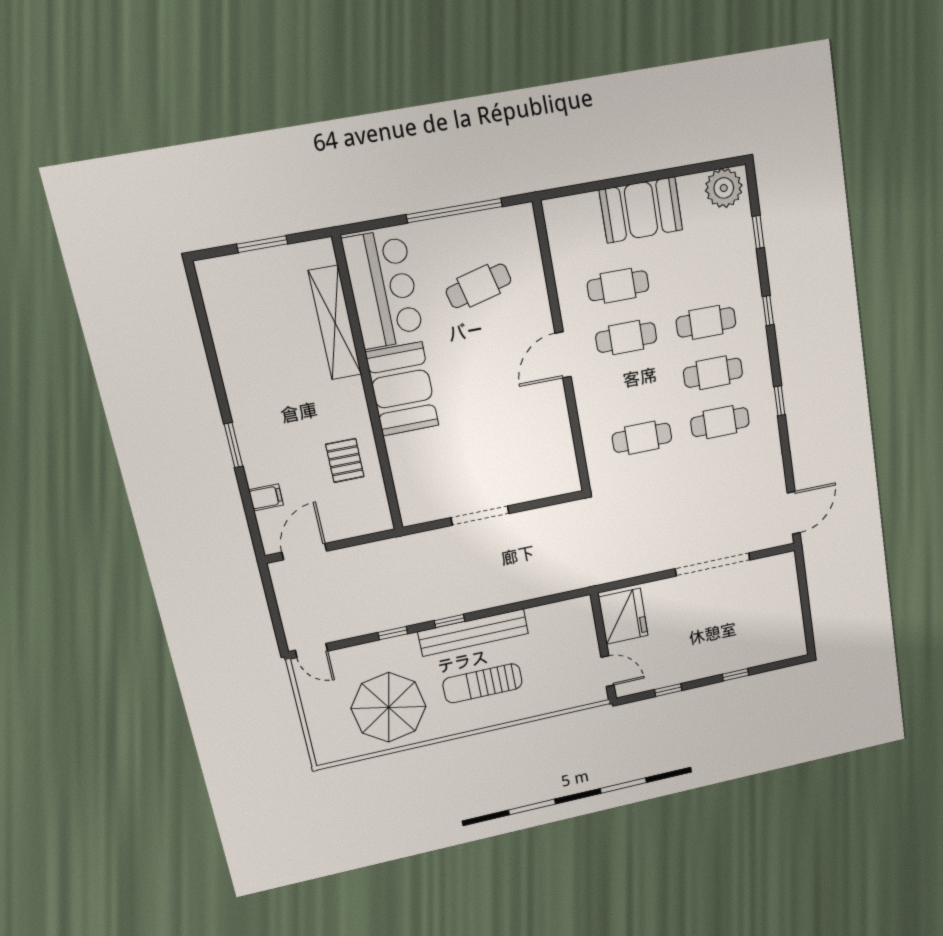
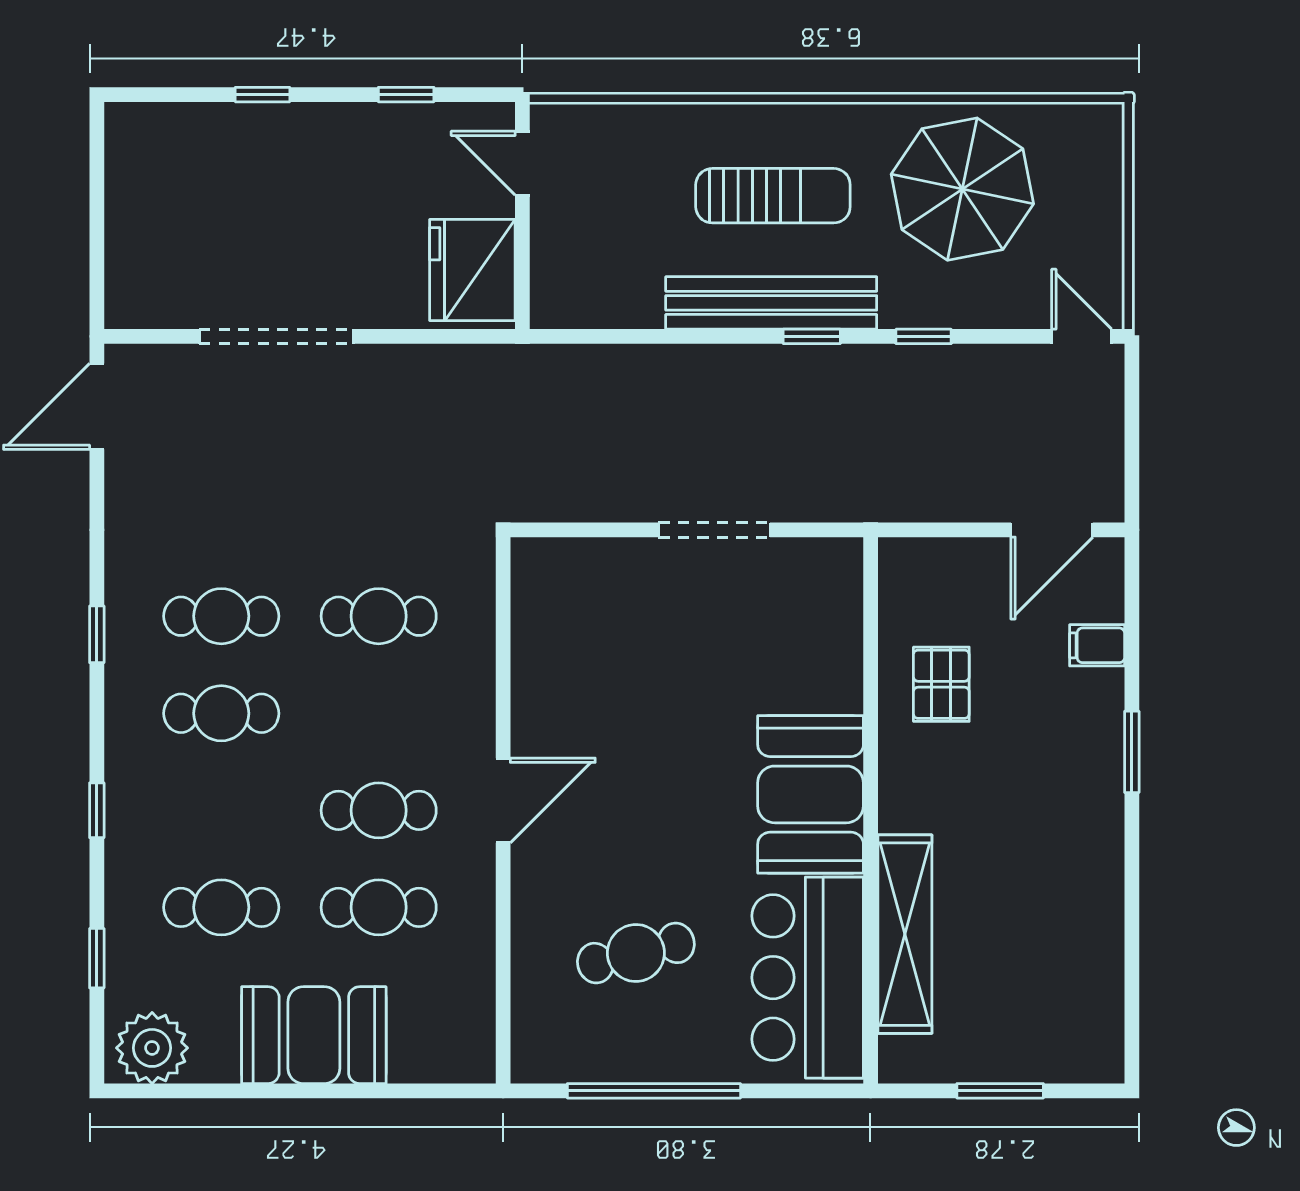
cafe table: (706, 322) -> (221, 907), moved

